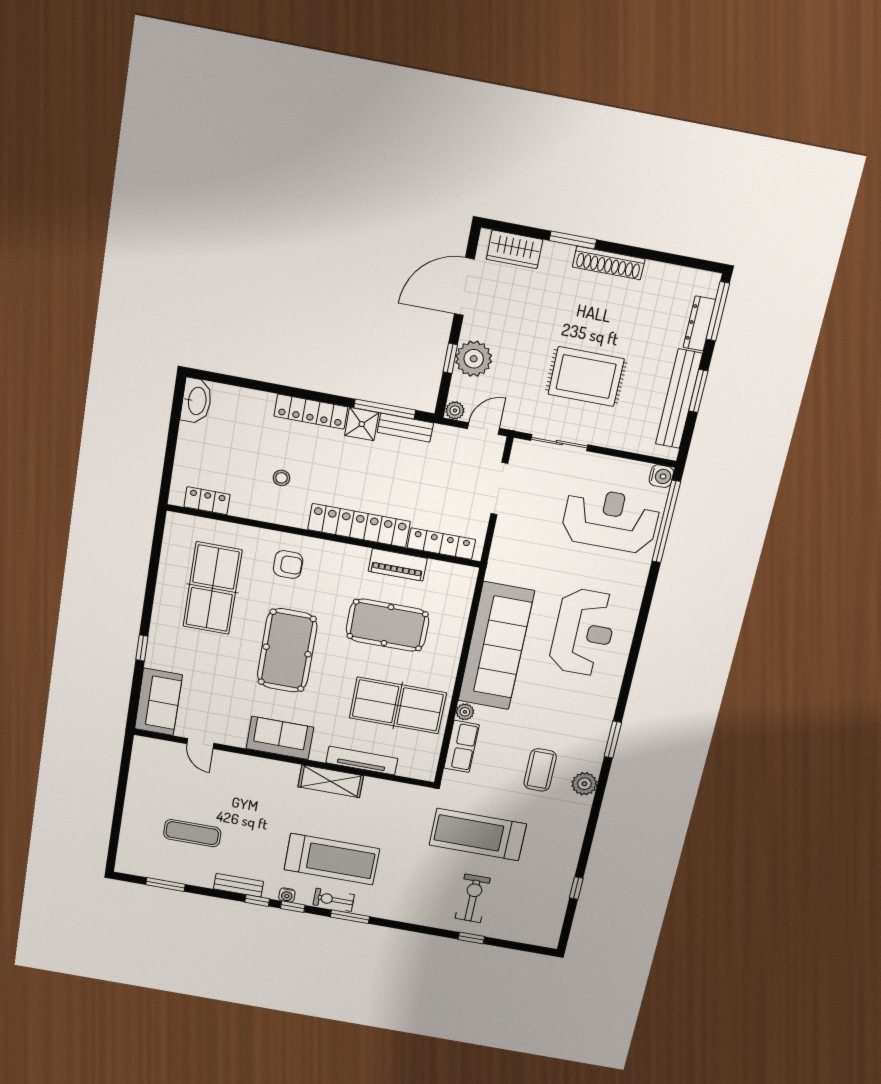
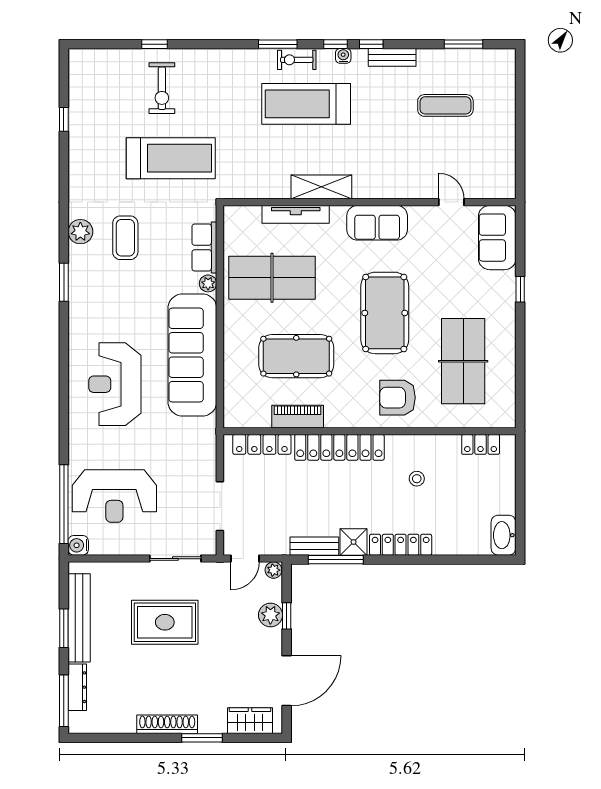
plant: (474, 359) -> (270, 615), width x0.73, depth x0.73
armchair: (288, 564) -> (398, 398), width x1.38, depth x1.38
exercise bike: (334, 900) -> (297, 60), turned 180

